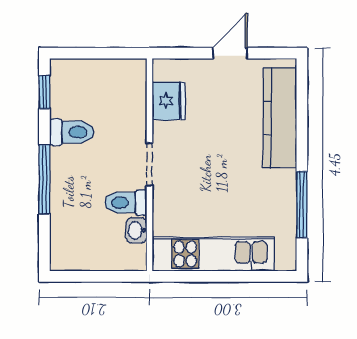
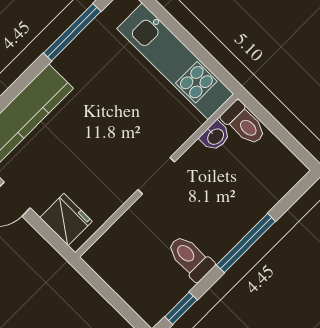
fridge: (168, 101) -> (66, 219), moved, turned 90
toilet: (126, 203) -> (244, 123), moved

